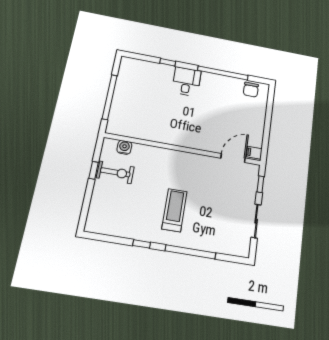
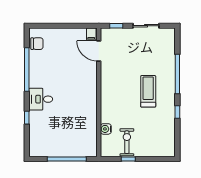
water cooler: (124, 147) -> (106, 129), moved
treadmill: (174, 210) -> (148, 91), turned 90

